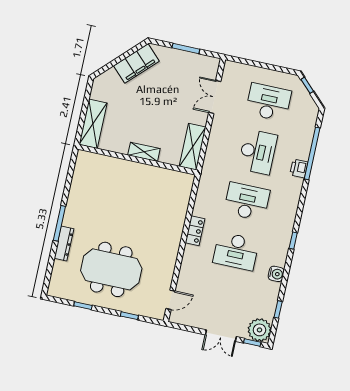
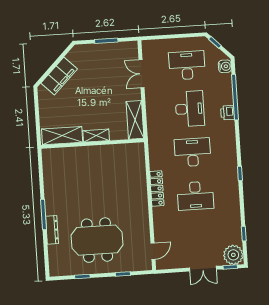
filing cabinet: (136, 63) -> (59, 76), moved
shelving: (93, 124) -> (62, 136), moved, turned 90
locker: (195, 231) -> (157, 188), width x1.53
water cooler: (276, 274) -> (225, 66), moved

